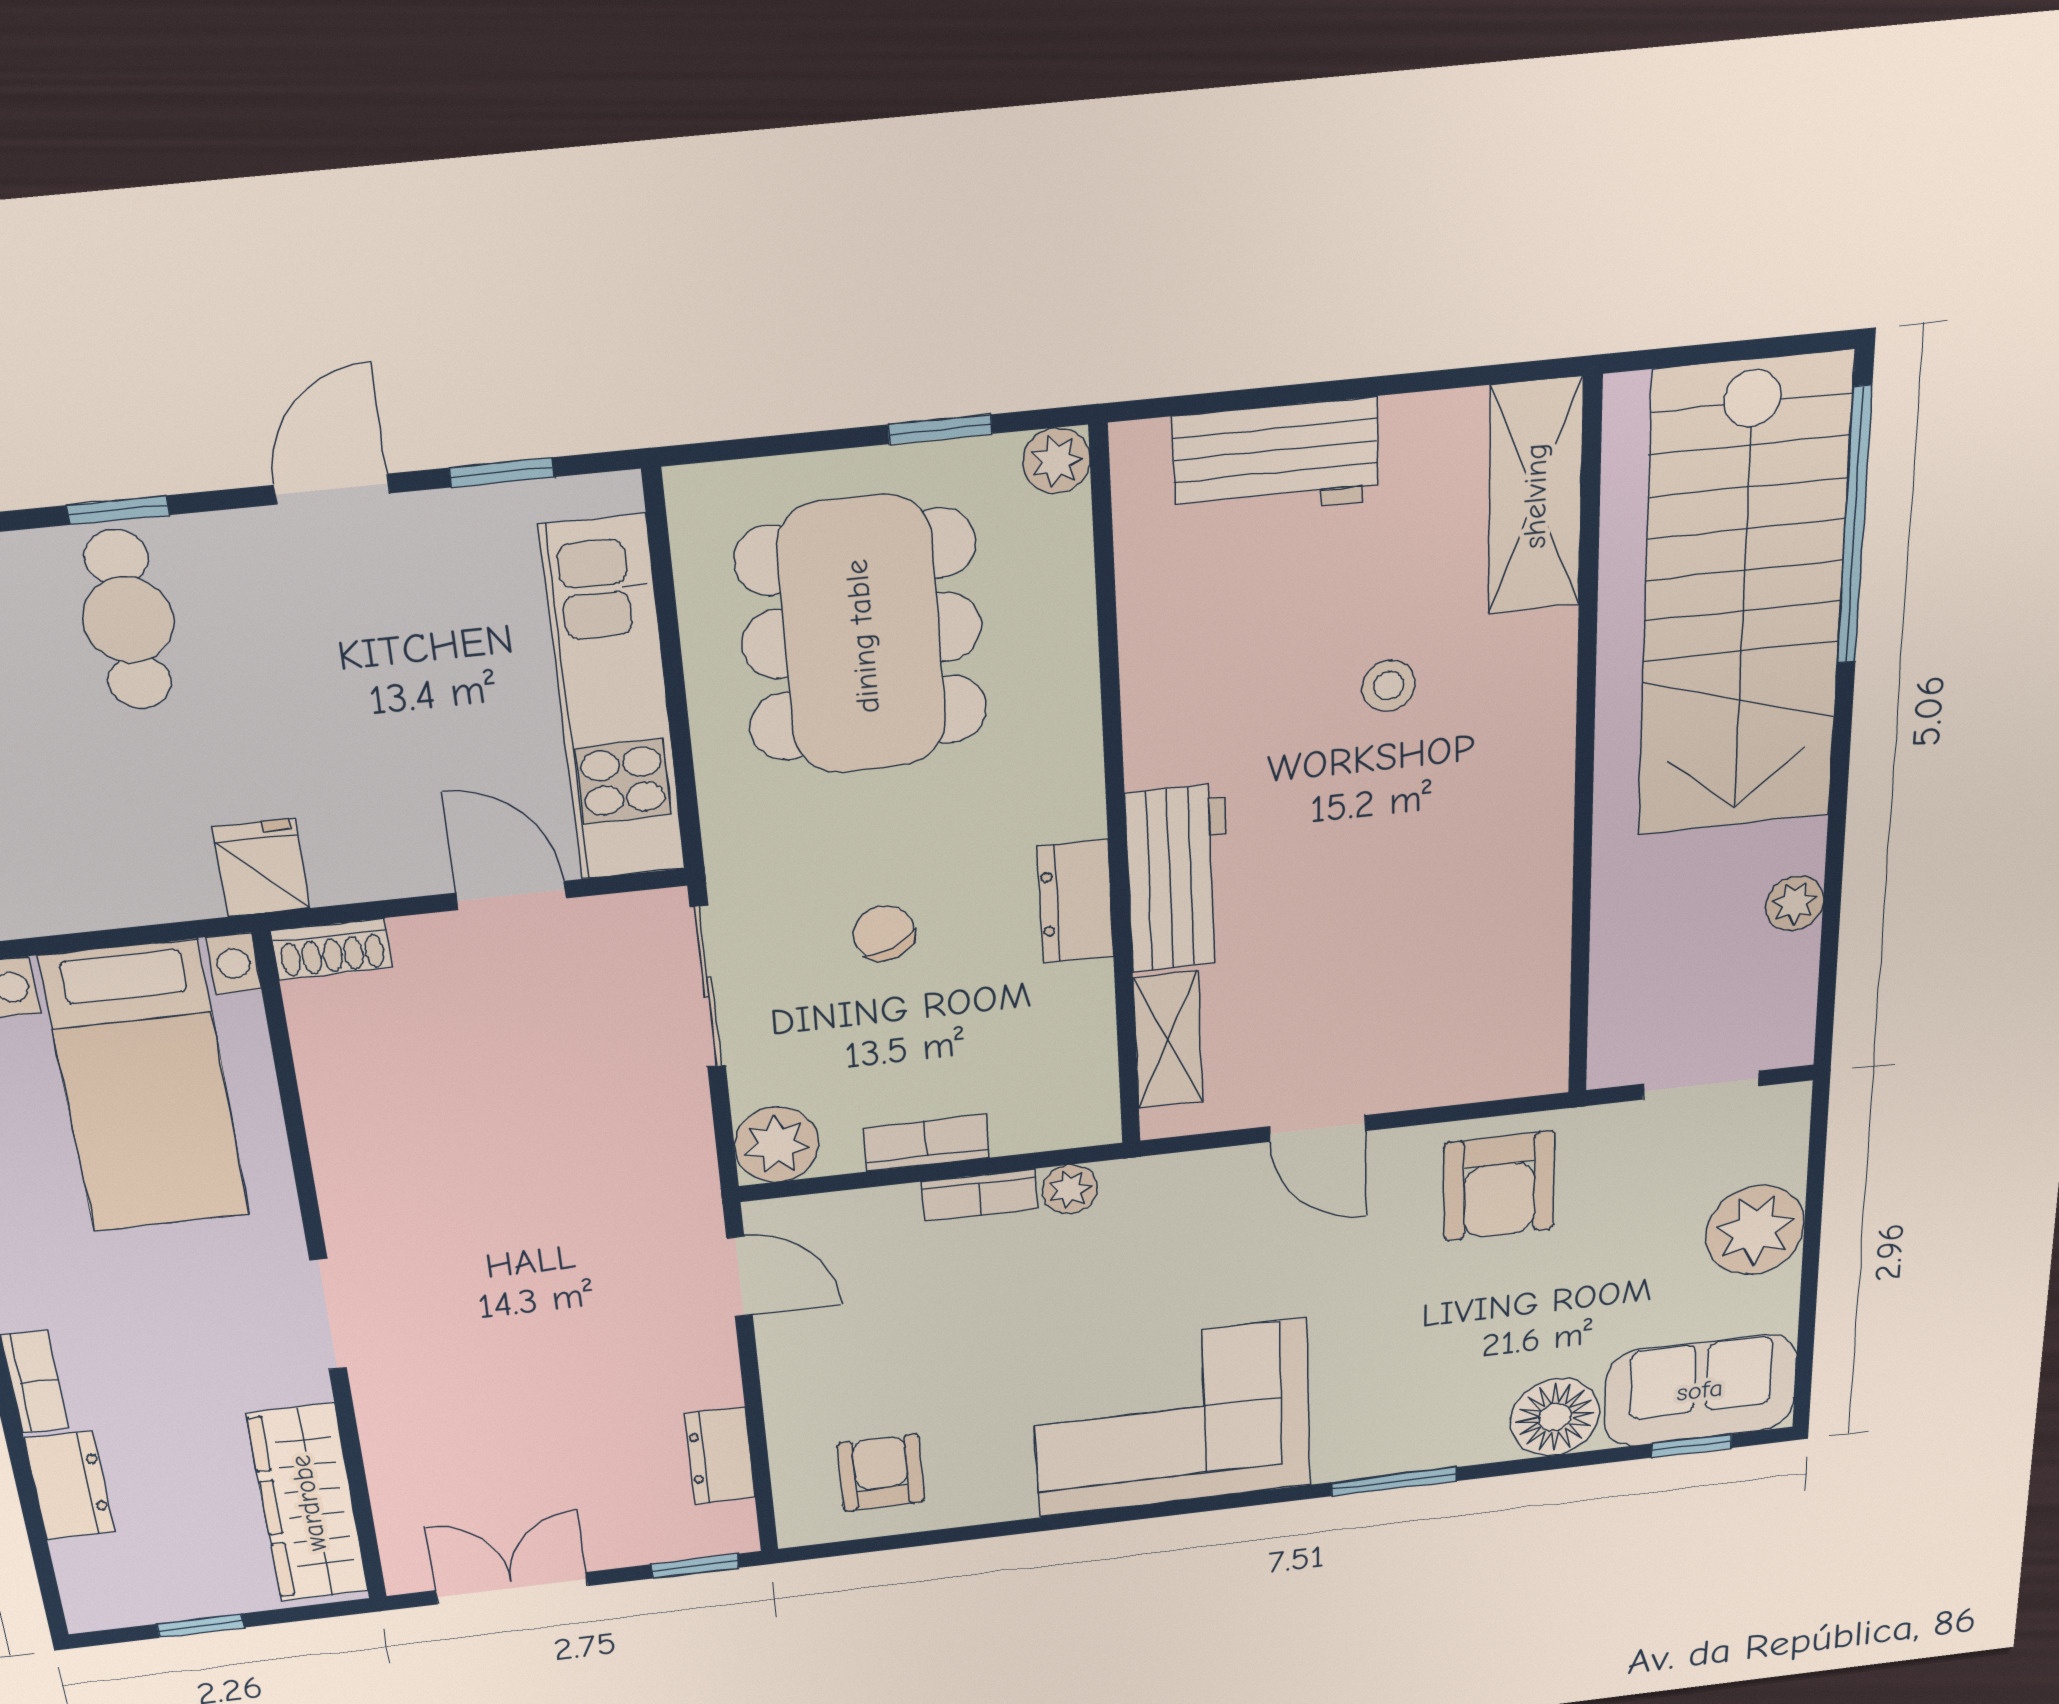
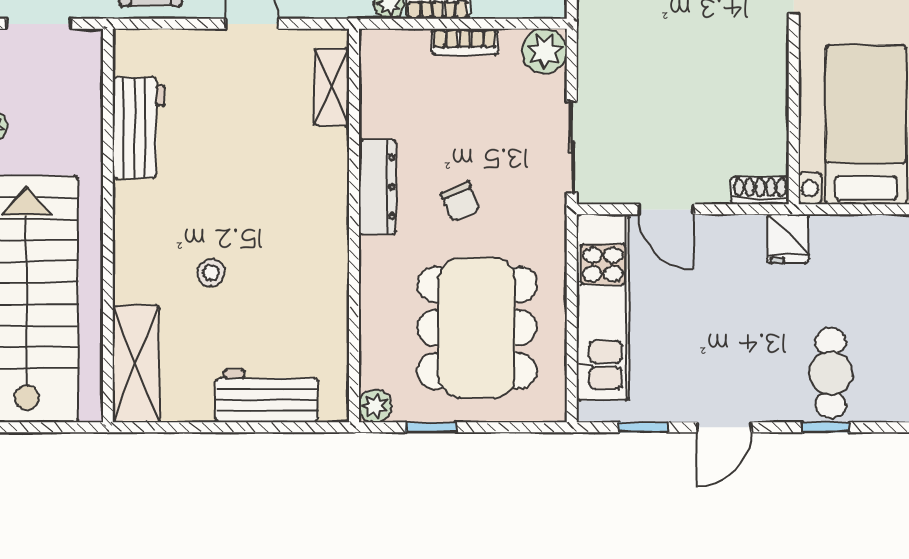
workbench: (1178, 878) -> (139, 128), moved, turned 180
dresser: (1075, 901) -> (377, 187), width x1.44
chair: (884, 933) -> (460, 202), moved

